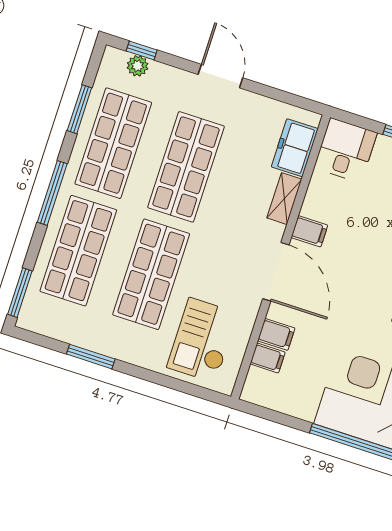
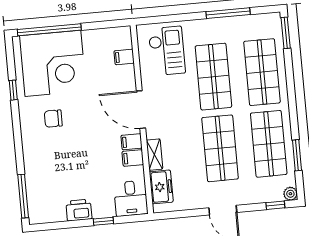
plant: (138, 66) -> (290, 194), moved
window: (52, 193) -> (292, 99), removed
filing cabinet: (276, 334) -> (133, 158), moved
window: (91, 357) -> (228, 13), width x1.44

